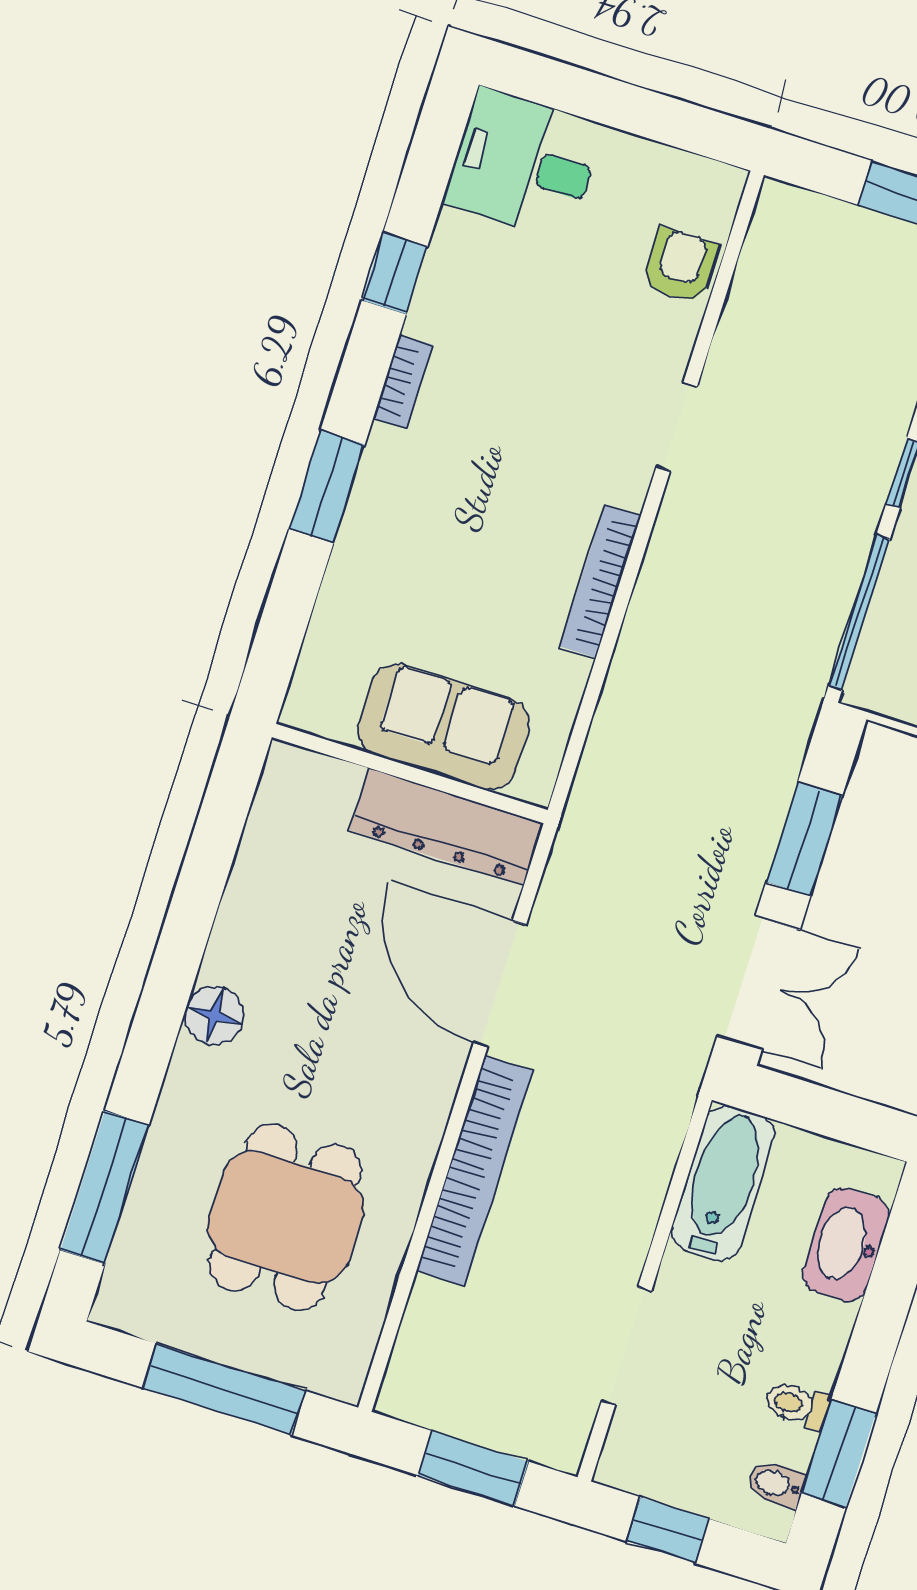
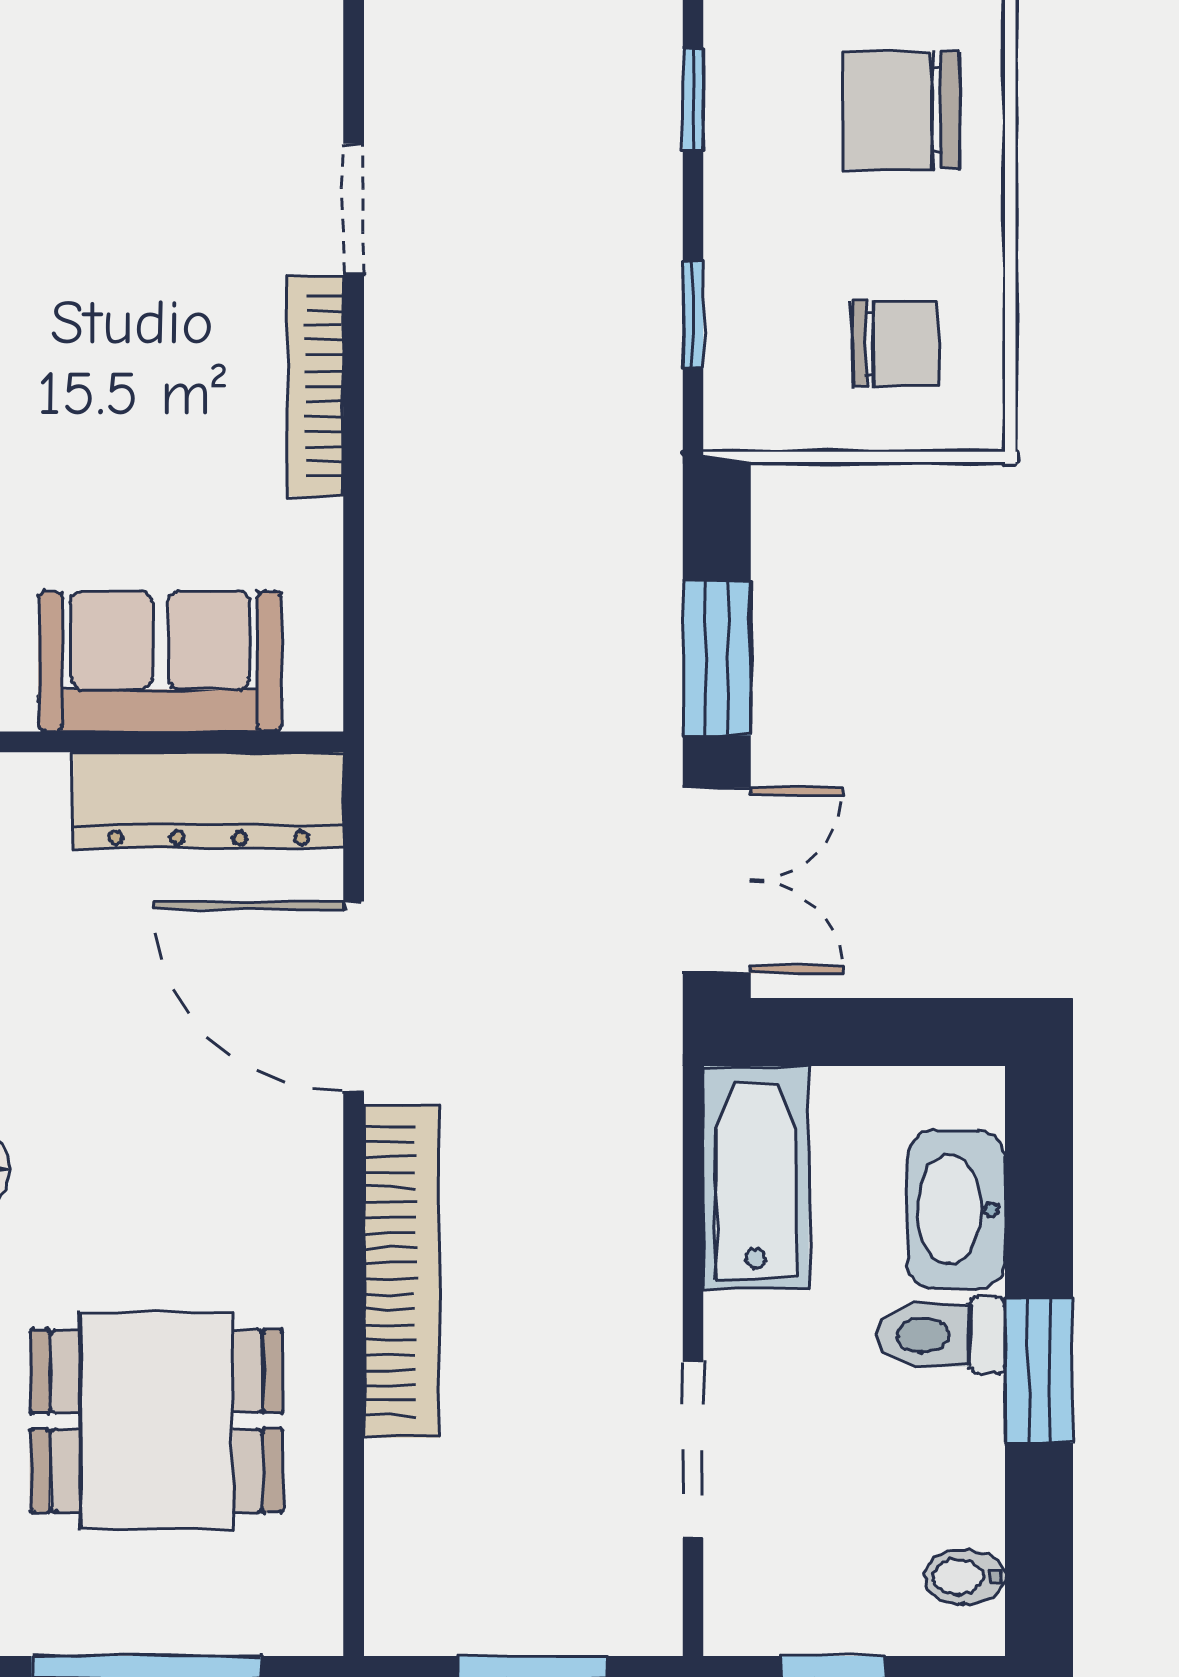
doorway: (677, 427) -> (354, 209), moved
window: (859, 612) -> (693, 315), width x0.46
dining table: (286, 1217) -> (156, 1421), turned 90
toilet: (797, 1405) -> (941, 1335), moved, width x1.37, depth x1.39
window: (839, 1454) -> (1039, 1370), moved

